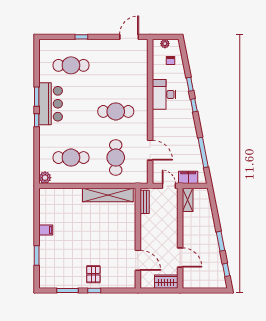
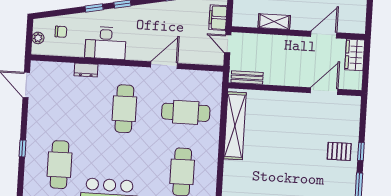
dresser: (143, 81) -> (86, 70), added
door: (150, 150) -> (164, 65), moved
door: (169, 186) -> (228, 44), hinge flipped
shelving: (188, 200) -> (274, 22), moved

